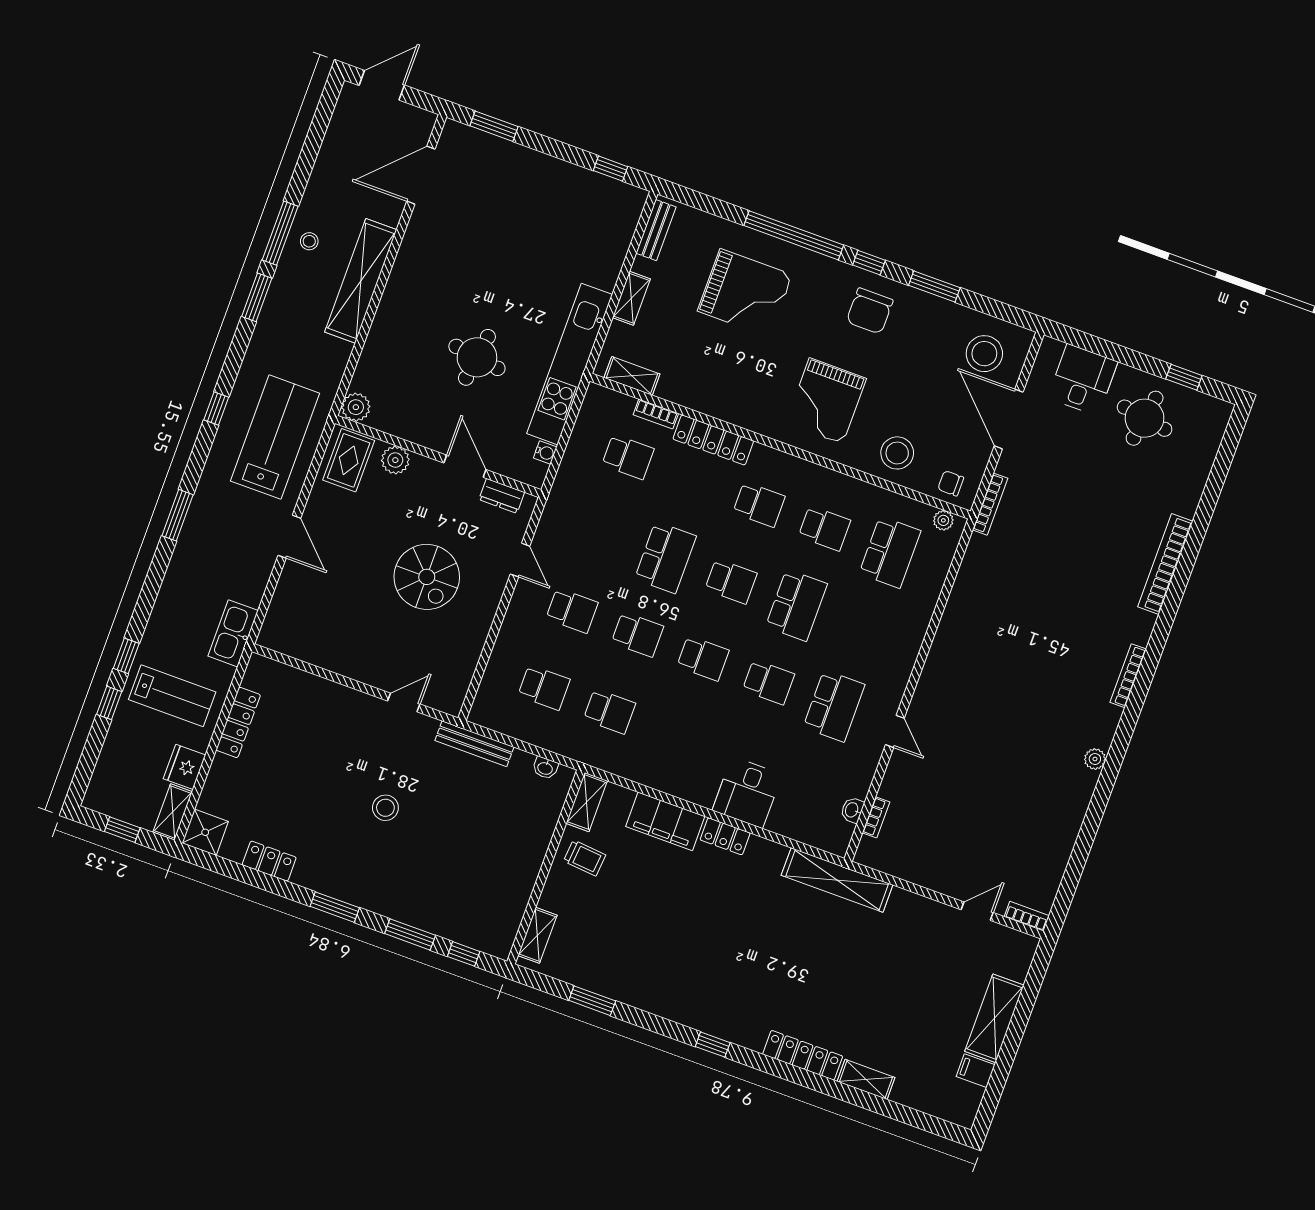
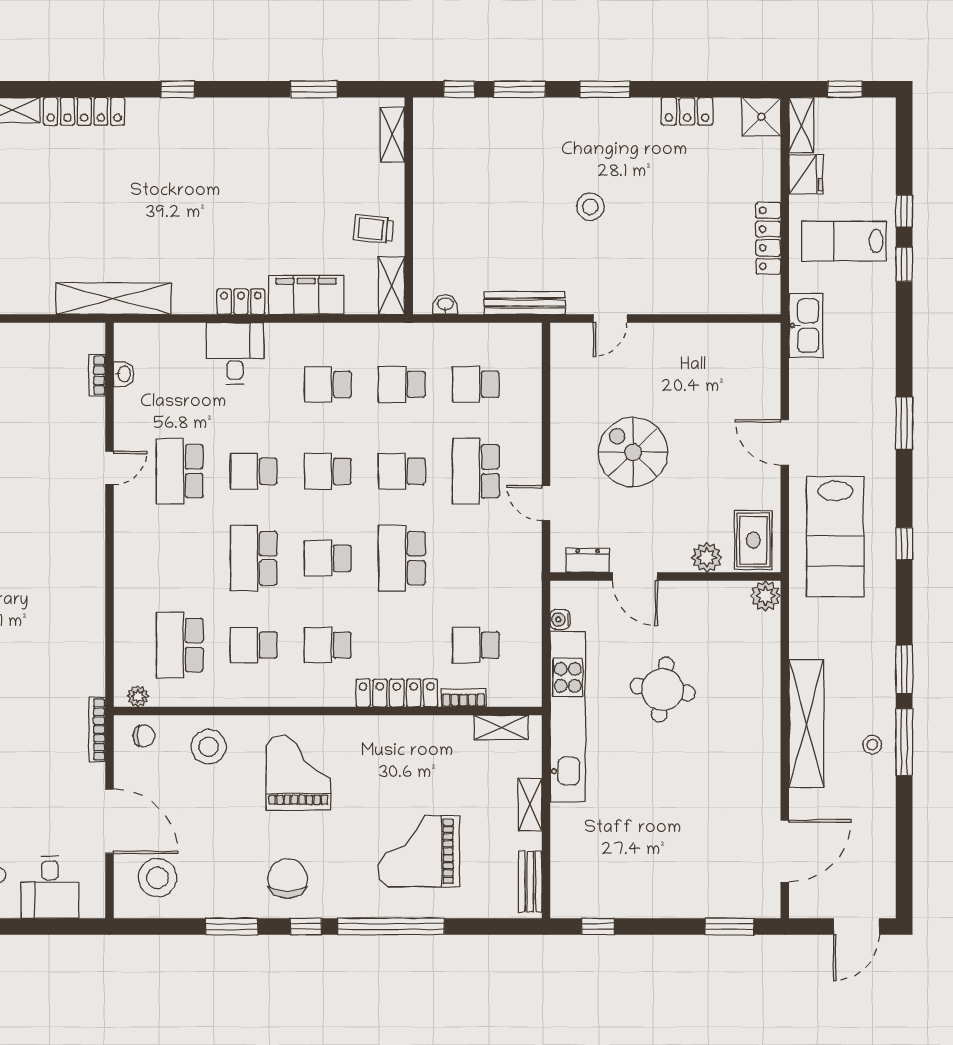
school desk: (572, 611) -> (476, 471), width x1.85
door: (895, 731) -> (110, 468), swing flipped
school desk: (675, 735) -> (328, 384), added

